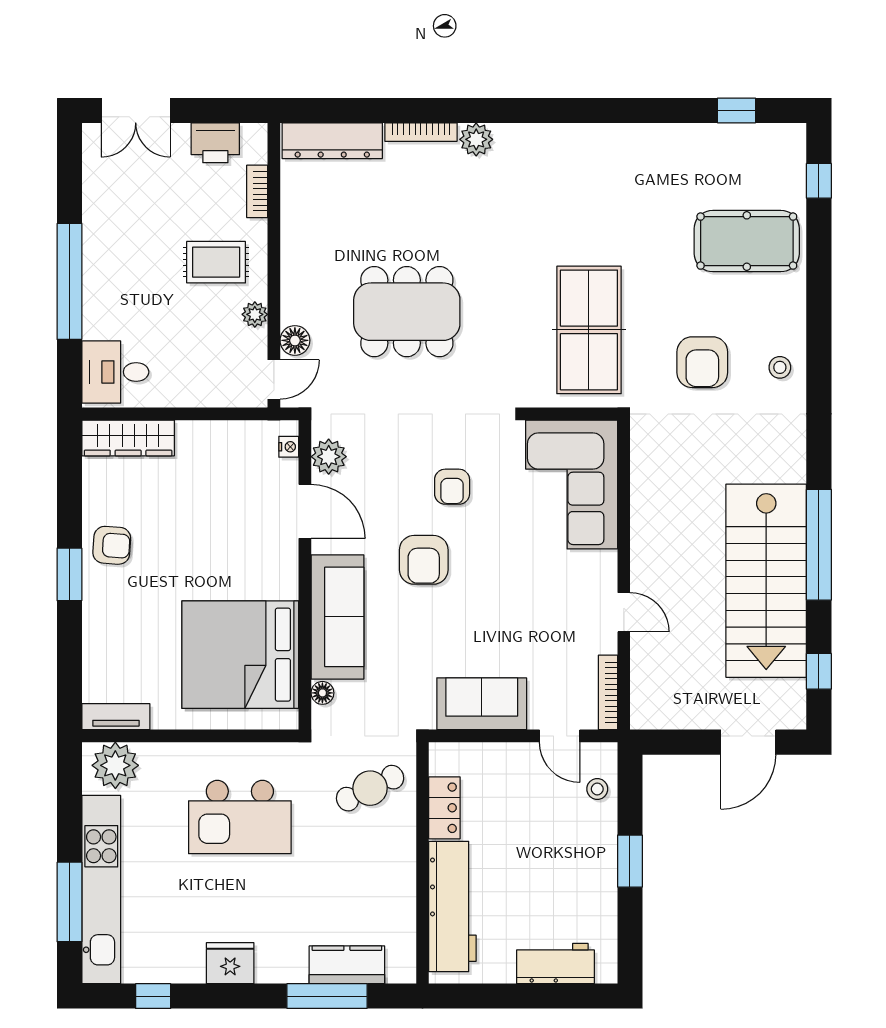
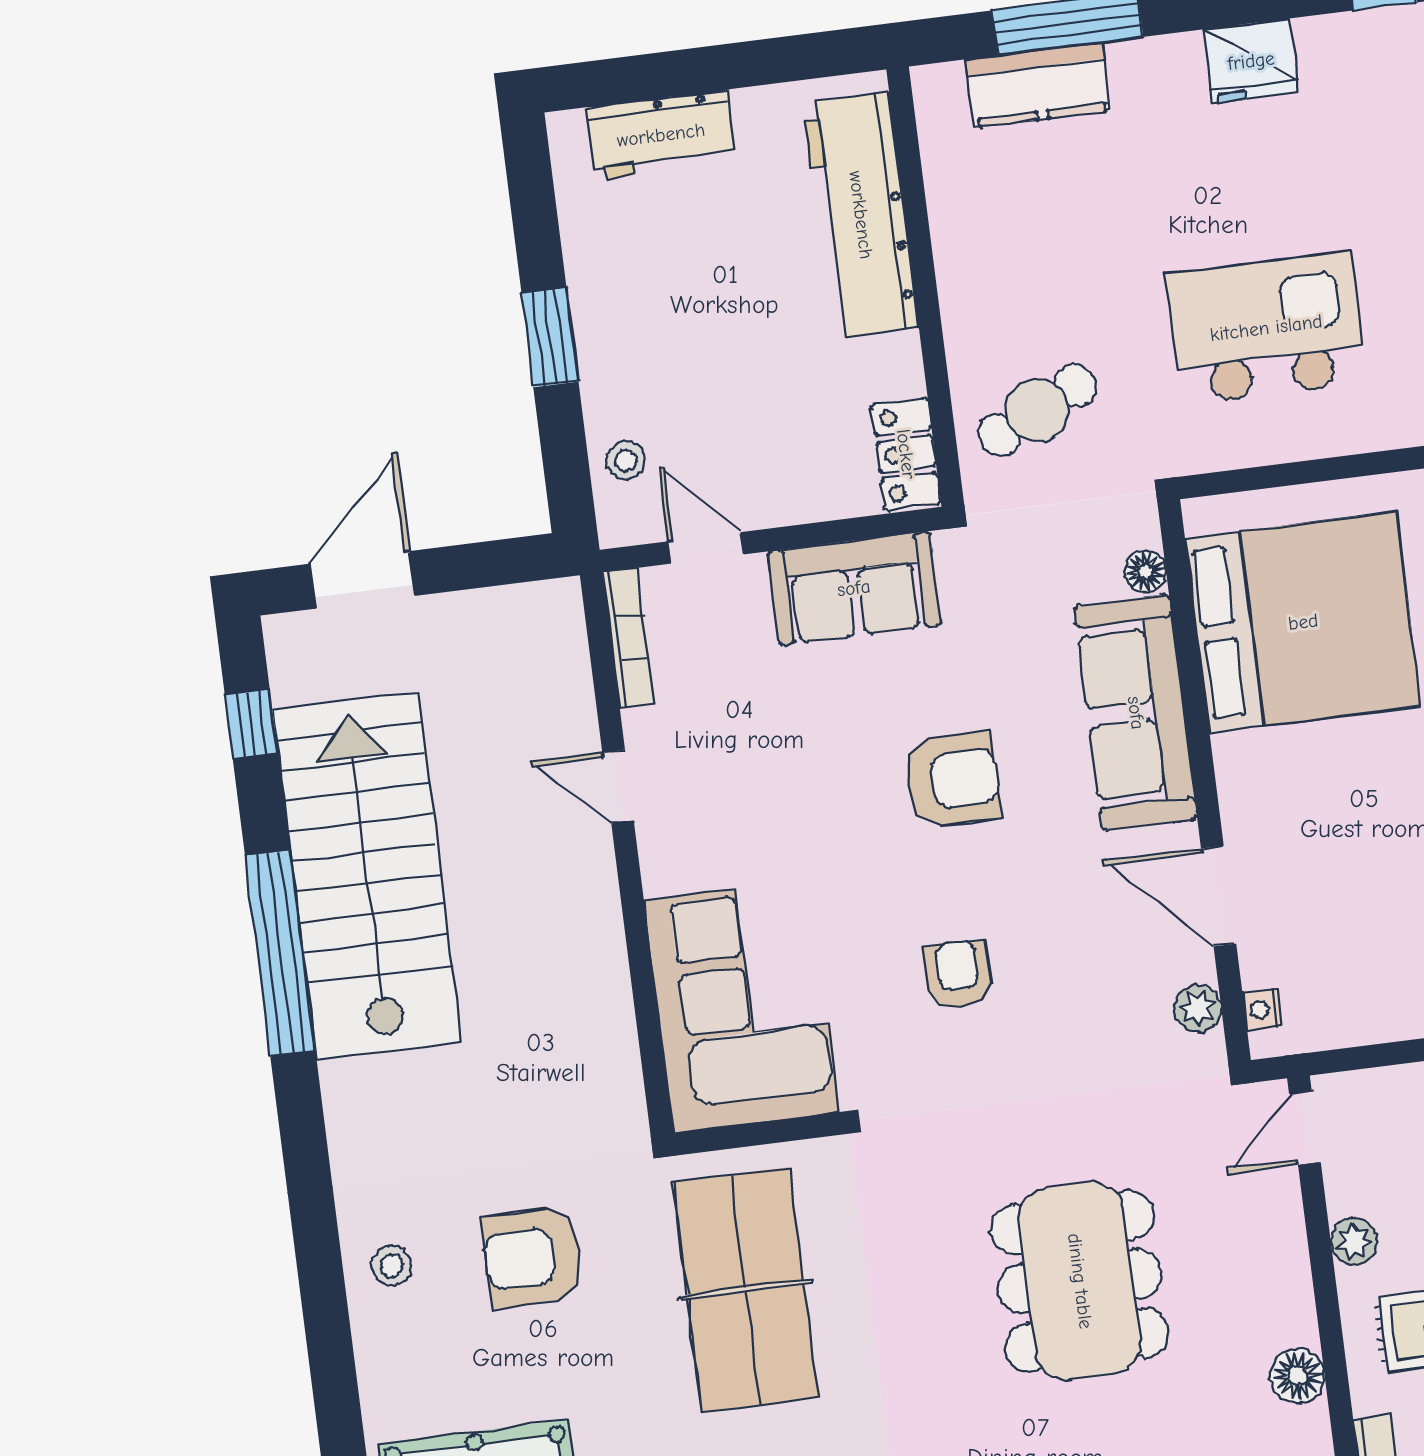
dining table: (407, 312) -> (1080, 1281), turned 90
floor lamp: (295, 340) -> (1297, 1376), moved
armchair: (702, 362) -> (533, 1257), turned -90
plant: (329, 457) -> (1198, 1008), width x0.73, depth x0.73
armchair: (424, 560) -> (953, 780), moved, turned 90
locker: (444, 808) -> (906, 454), moved

